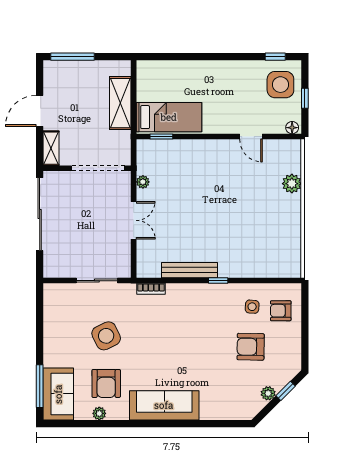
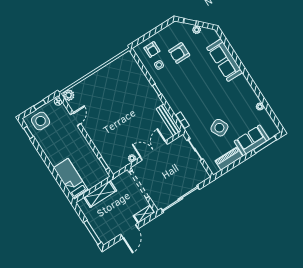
door: (40, 111) -> (129, 231), hinge flipped
bed: (169, 117) -> (71, 179), moved
plant: (292, 184) -> (69, 95), moved
double door: (134, 220) -> (154, 151), width x1.37
bench: (190, 270) -> (169, 120), moved
piano: (53, 321) -> (229, 159), added
armchair: (251, 347) -> (179, 53), turned 89
armchair: (106, 383) -> (243, 113), removed
sofa: (58, 394) -> (252, 140), moved
sofa: (164, 405) -> (225, 60), moved

